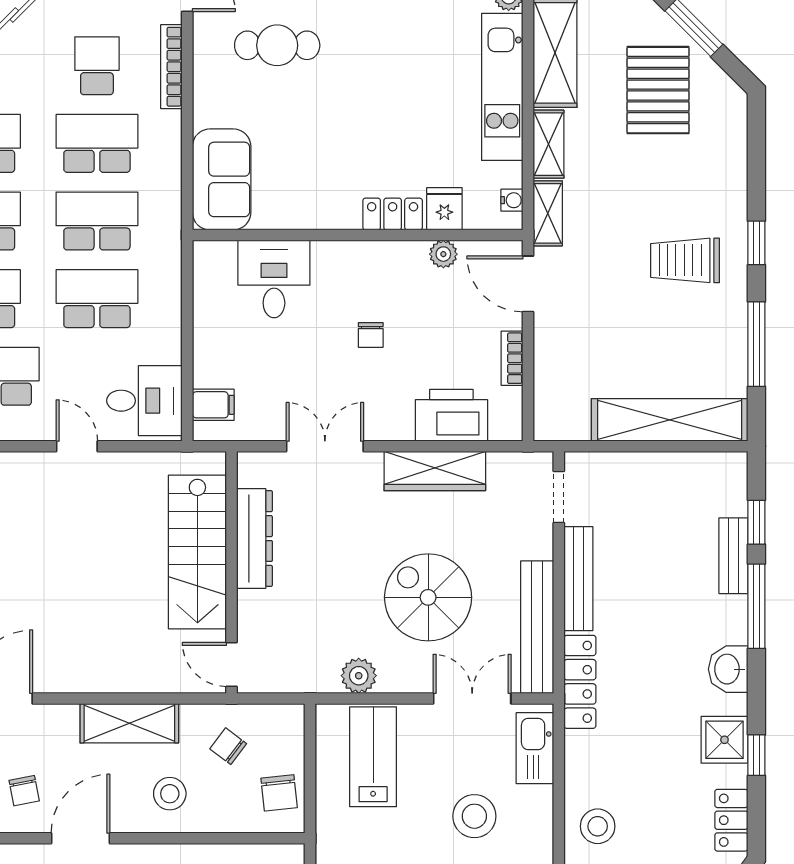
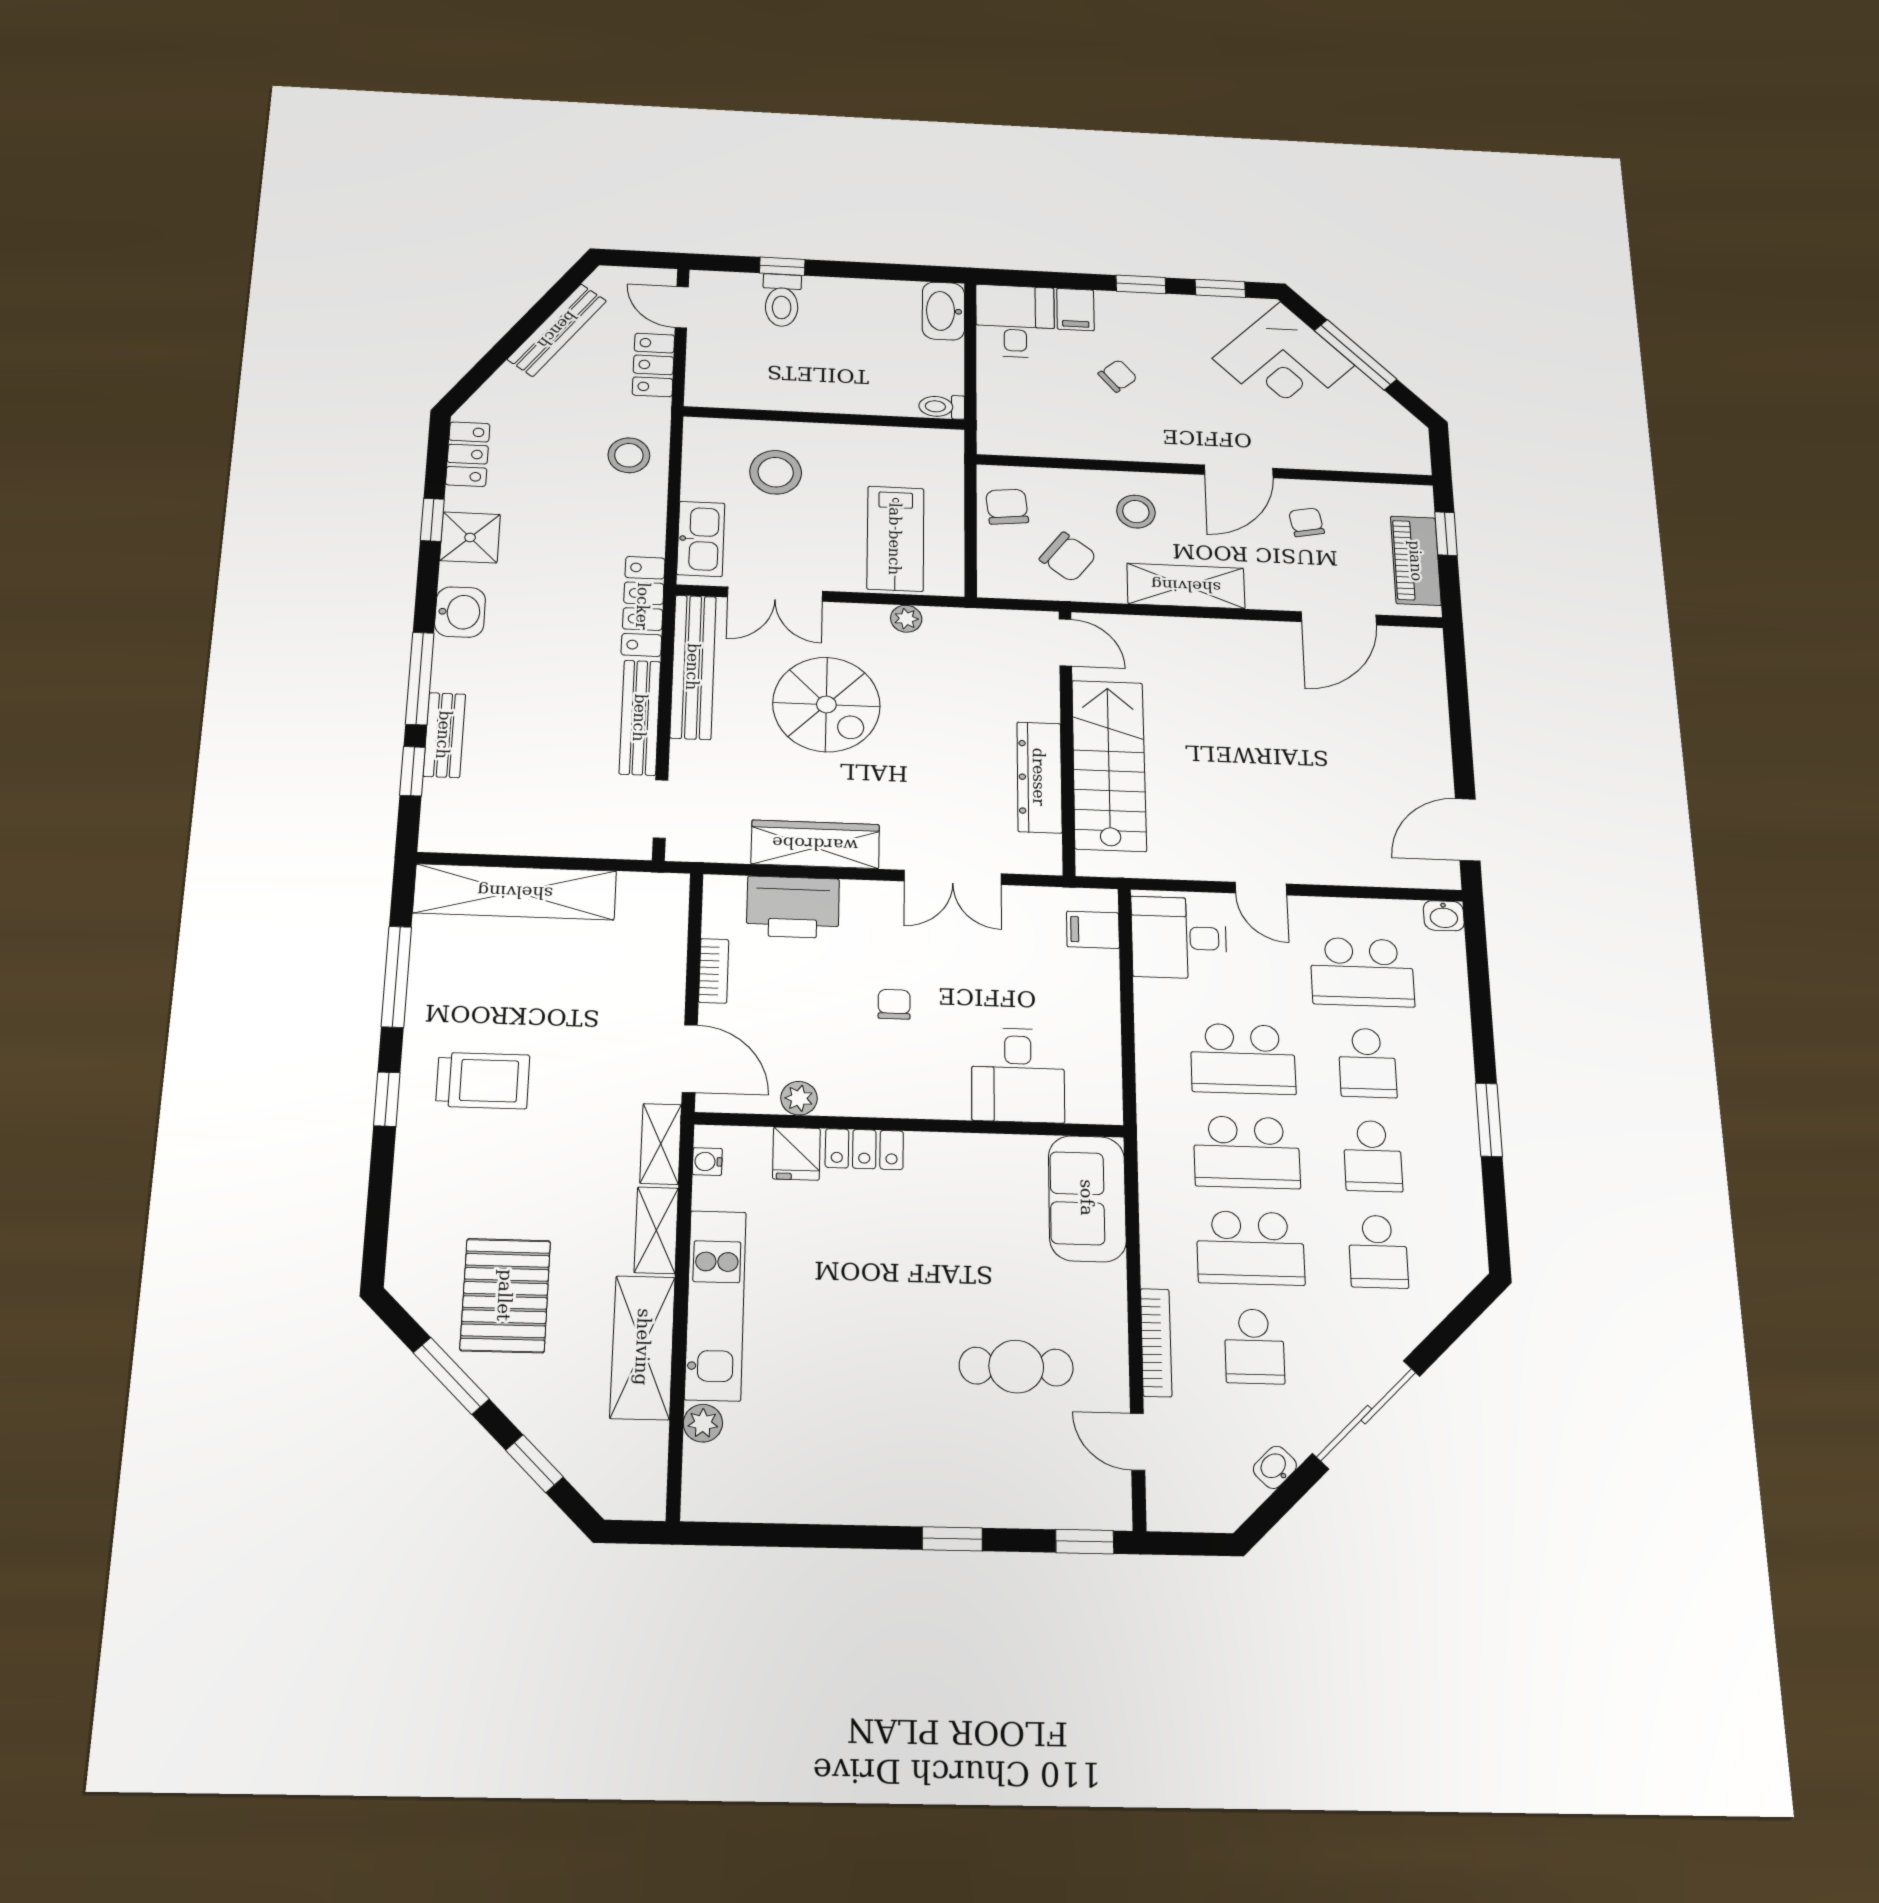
plant: (359, 676) -> (906, 619), width x0.73, depth x0.73
chair: (228, 746) -> (1068, 557), width x1.37, depth x1.37

